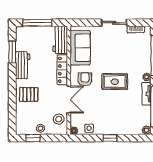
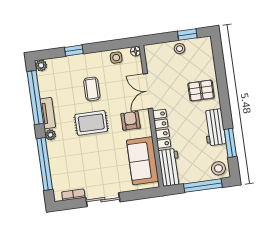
armchair: (85, 79) -> (130, 121), turned 180
coffee table: (111, 107) -> (92, 89), added
stool: (59, 119) -> (218, 168), moved
window: (110, 138) -> (74, 50), moved

